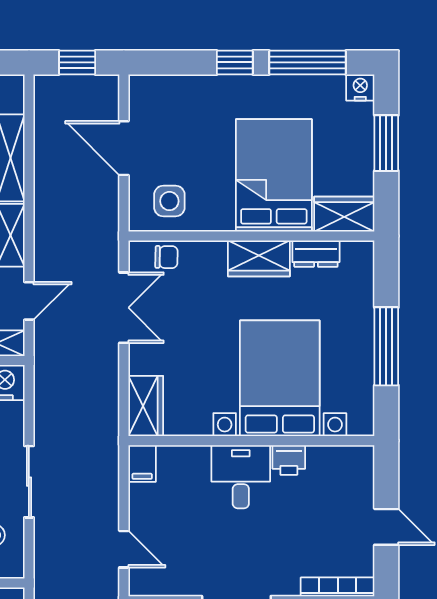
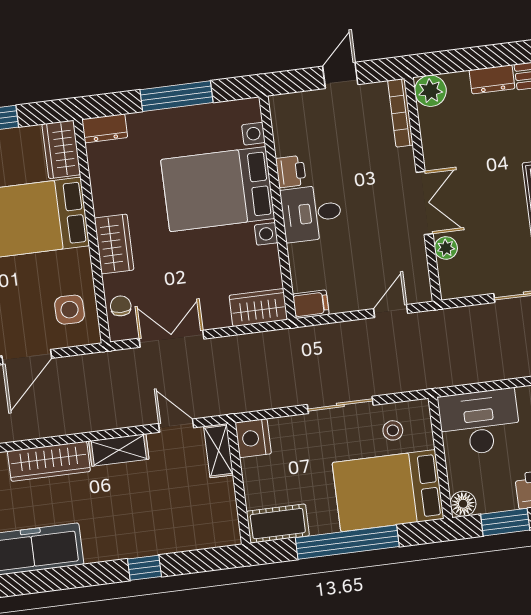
dresser: (316, 254) -> (105, 128), moved, turned 90
wardrobe: (259, 258) -> (114, 244), moved

